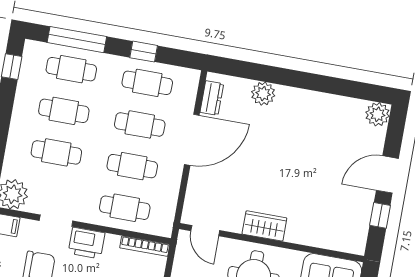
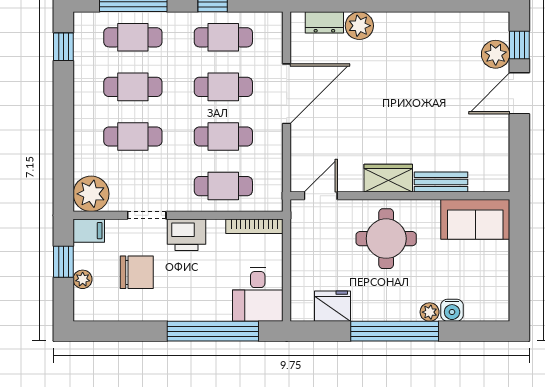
dresser: (212, 98) -> (324, 22), moved, turned 90
plant: (378, 114) -> (496, 54), moved
window: (380, 215) -> (519, 45), moved
door: (205, 231) -> (321, 196), swing flipped
bench: (308, 237) -> (441, 182), added

